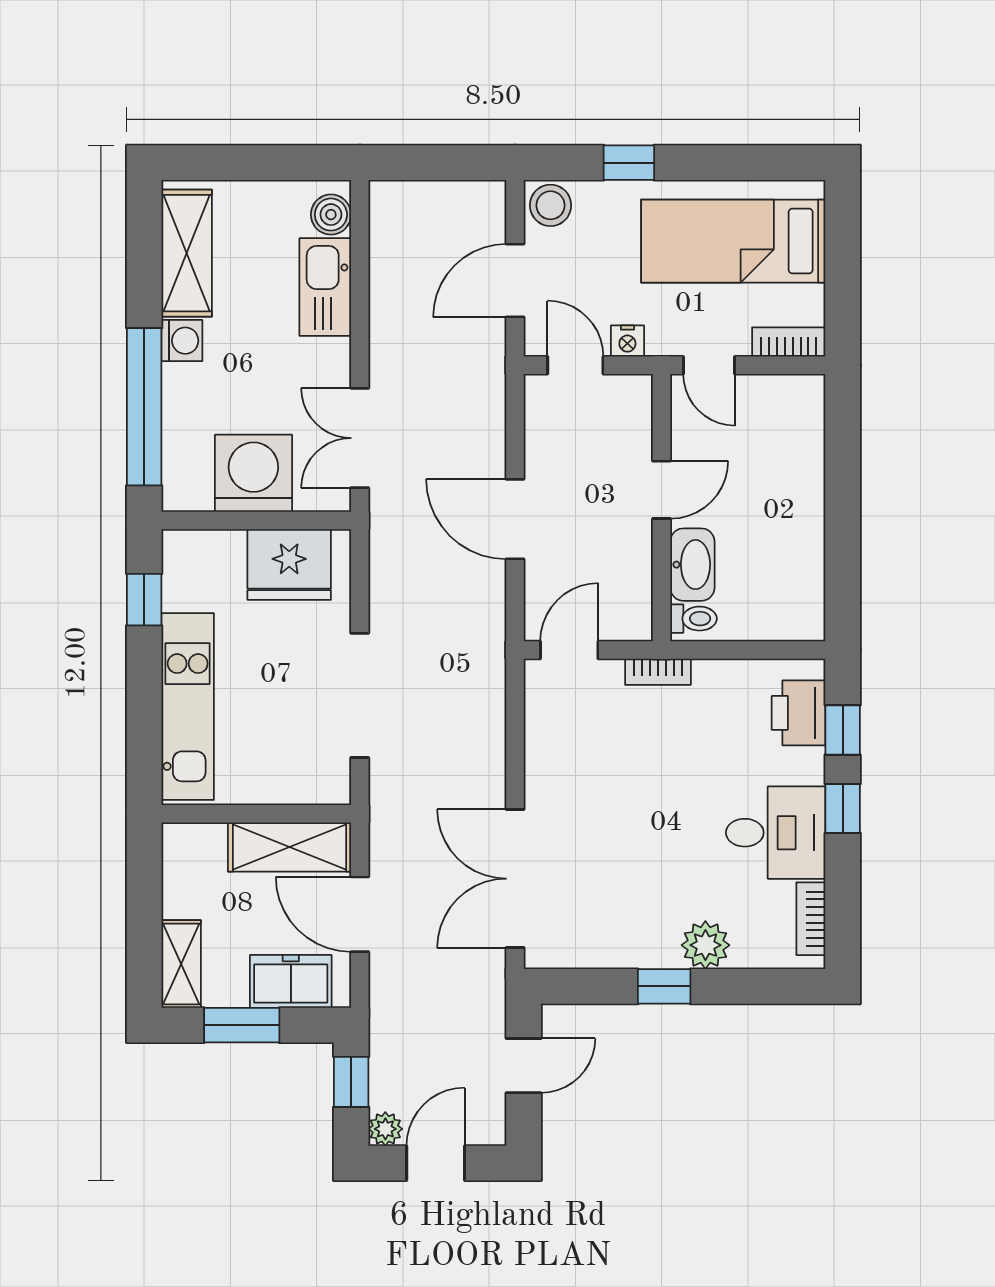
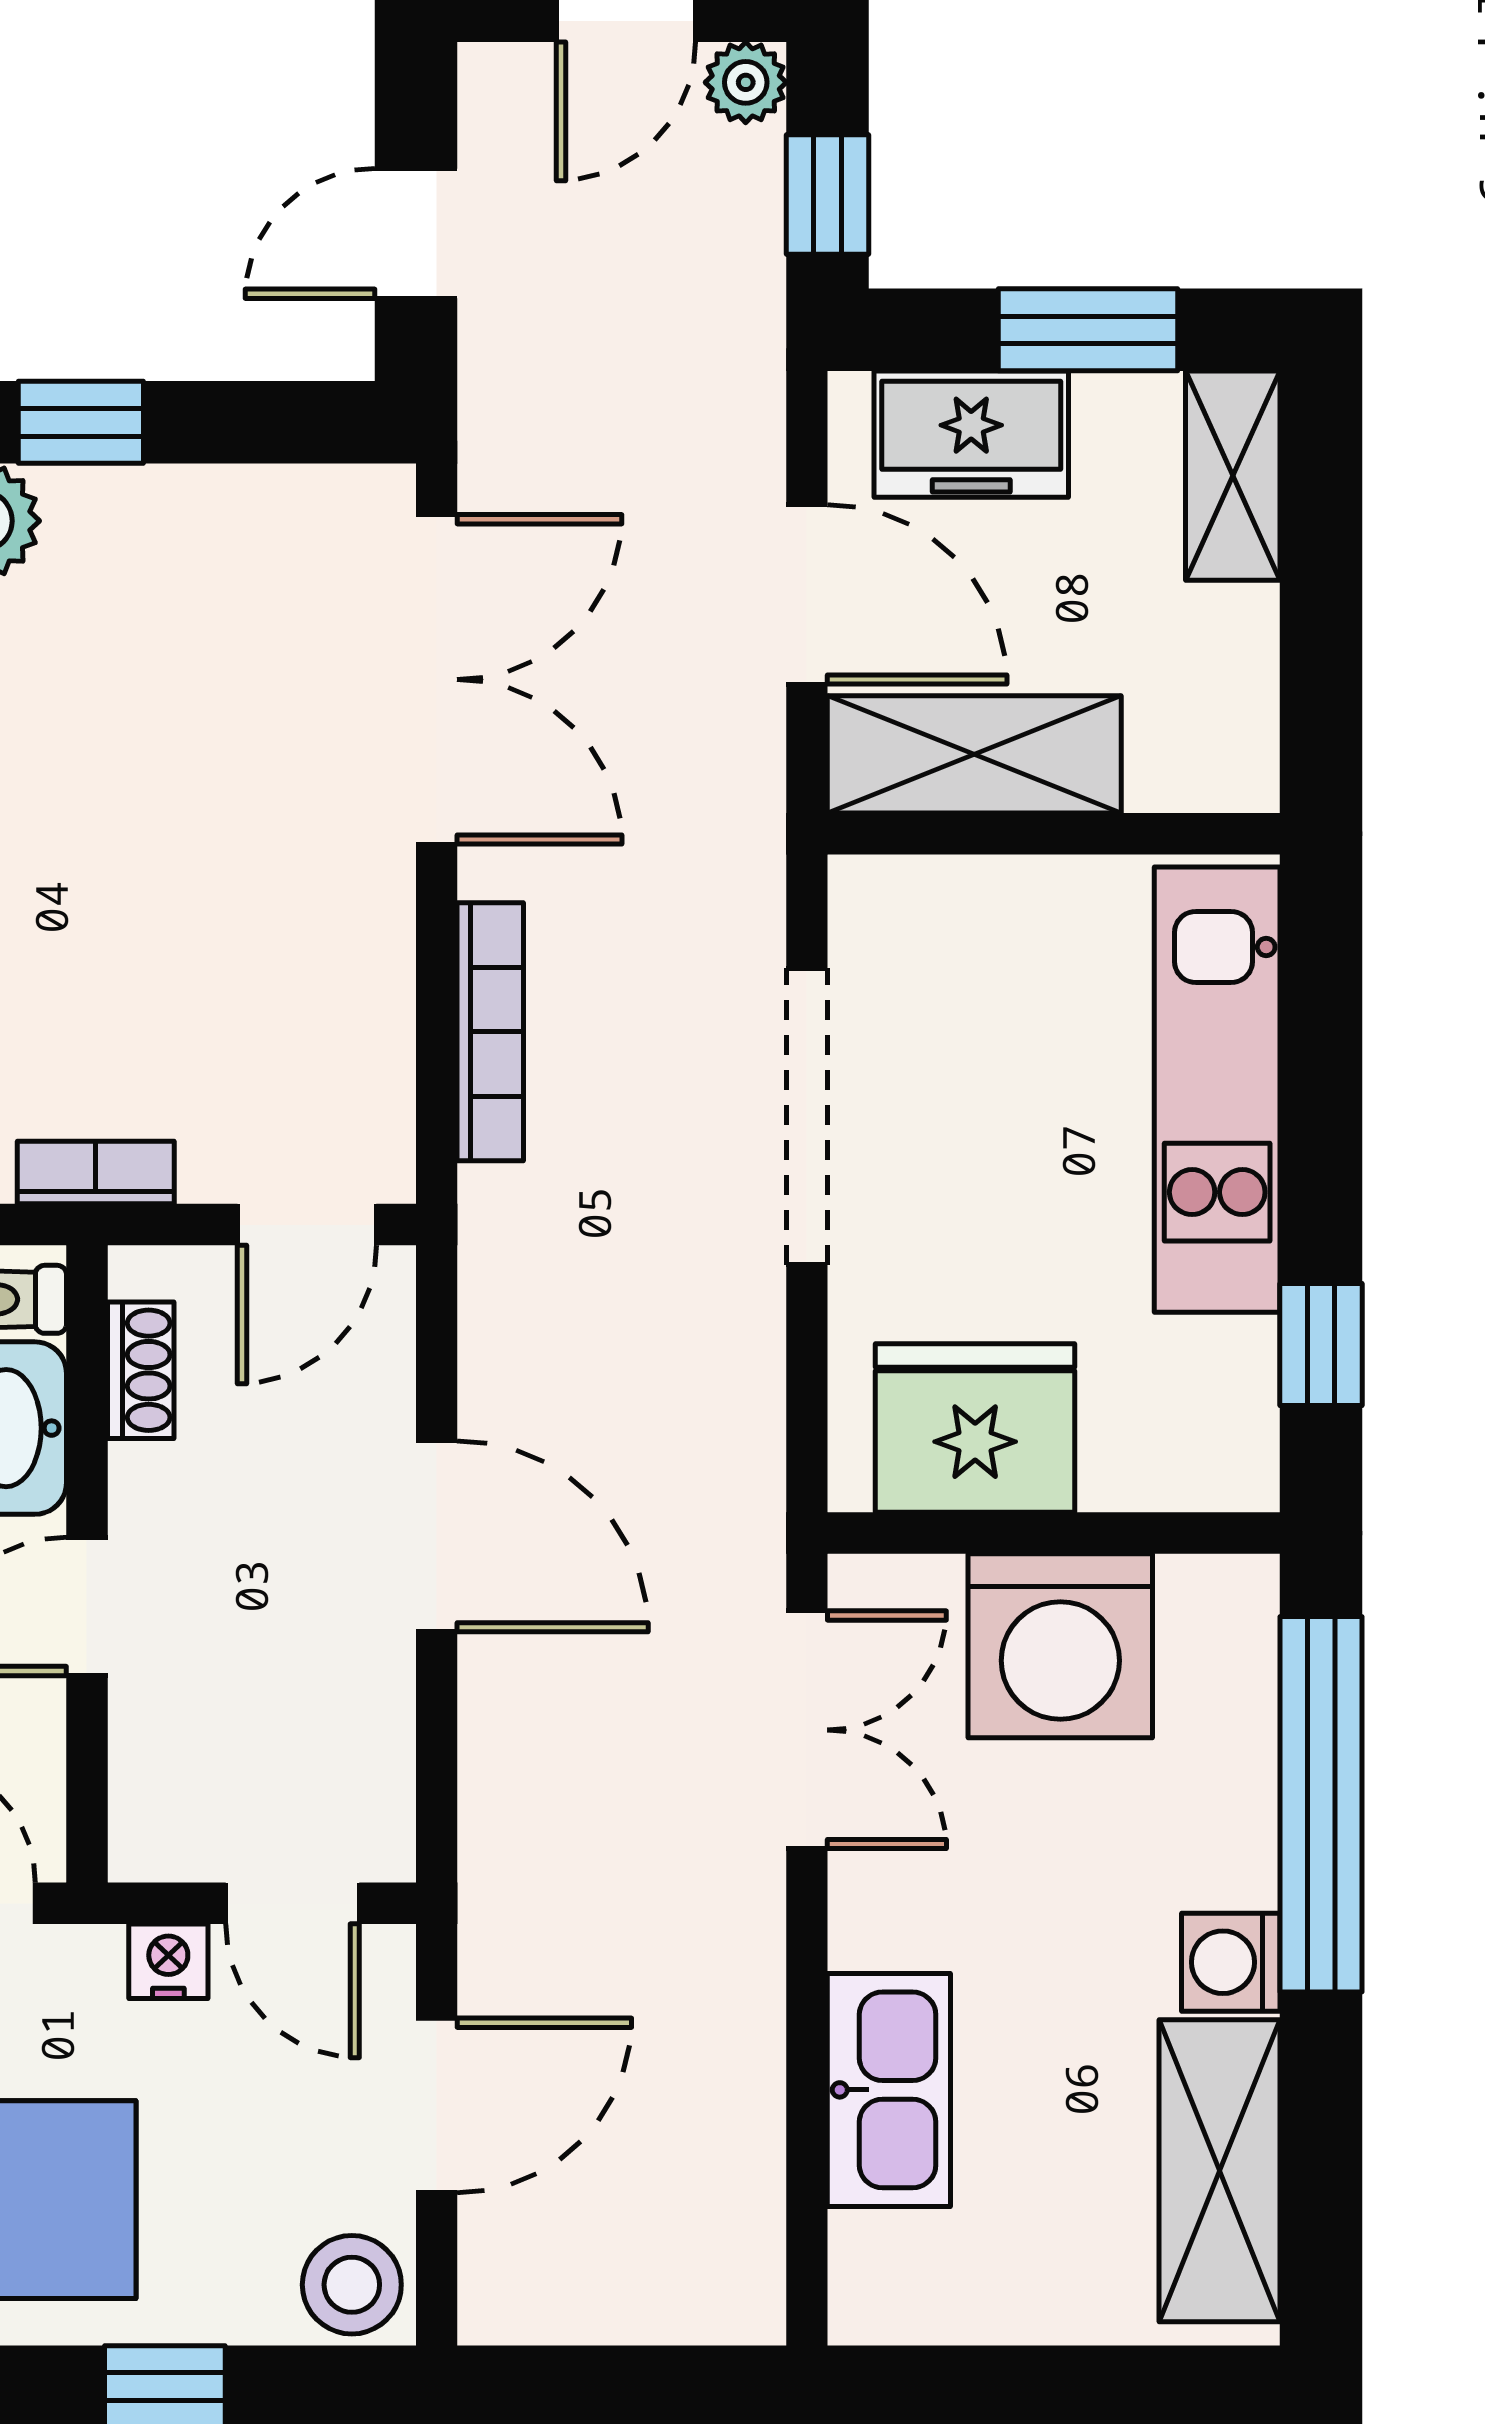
boiler: (331, 215) -> (875, 2263), removed
shoe rack: (639, 589) -> (141, 1370), added
bookcase: (492, 731) -> (490, 1032), added

